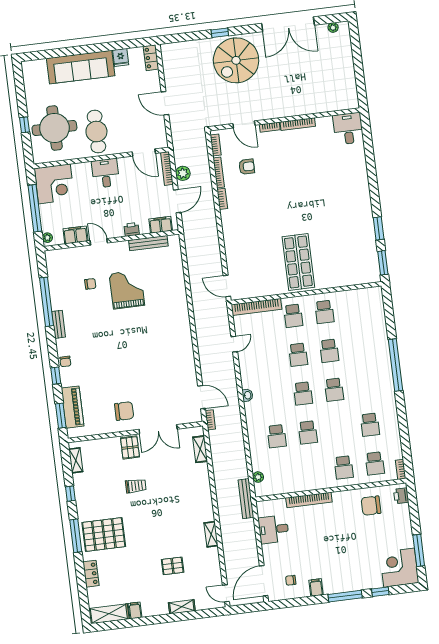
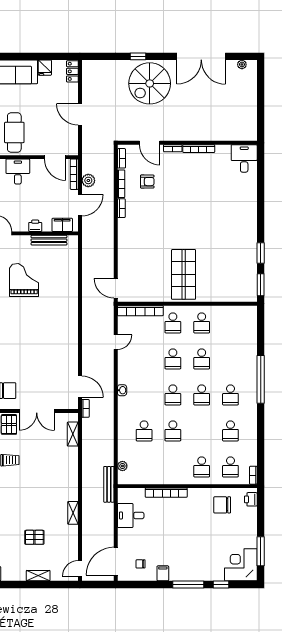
school desk: (365, 386) -> (230, 395), added
door: (226, 593) -> (80, 568), hinge flipped

